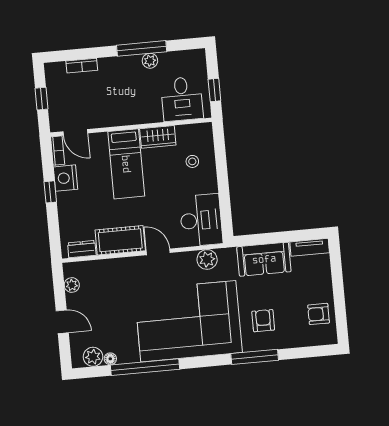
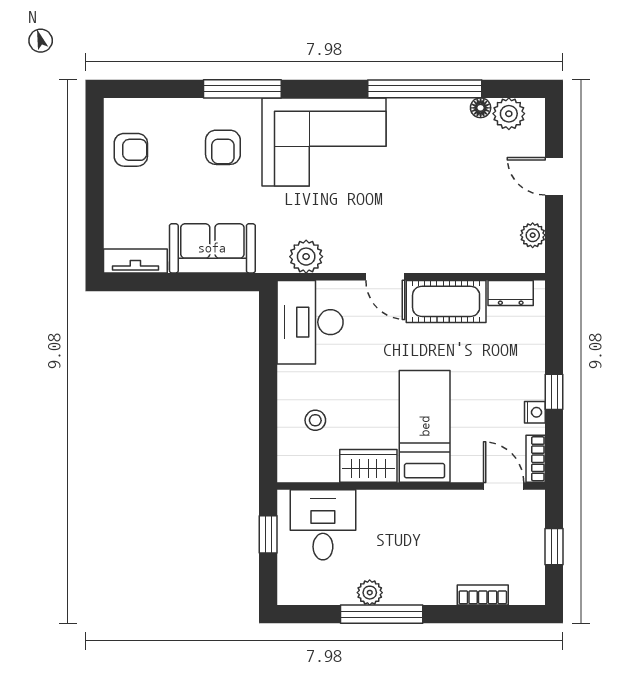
nightstand: (65, 178) -> (535, 412), width x0.53, depth x0.56
corner sofa: (188, 321) -> (324, 142), width x0.73, depth x0.74

